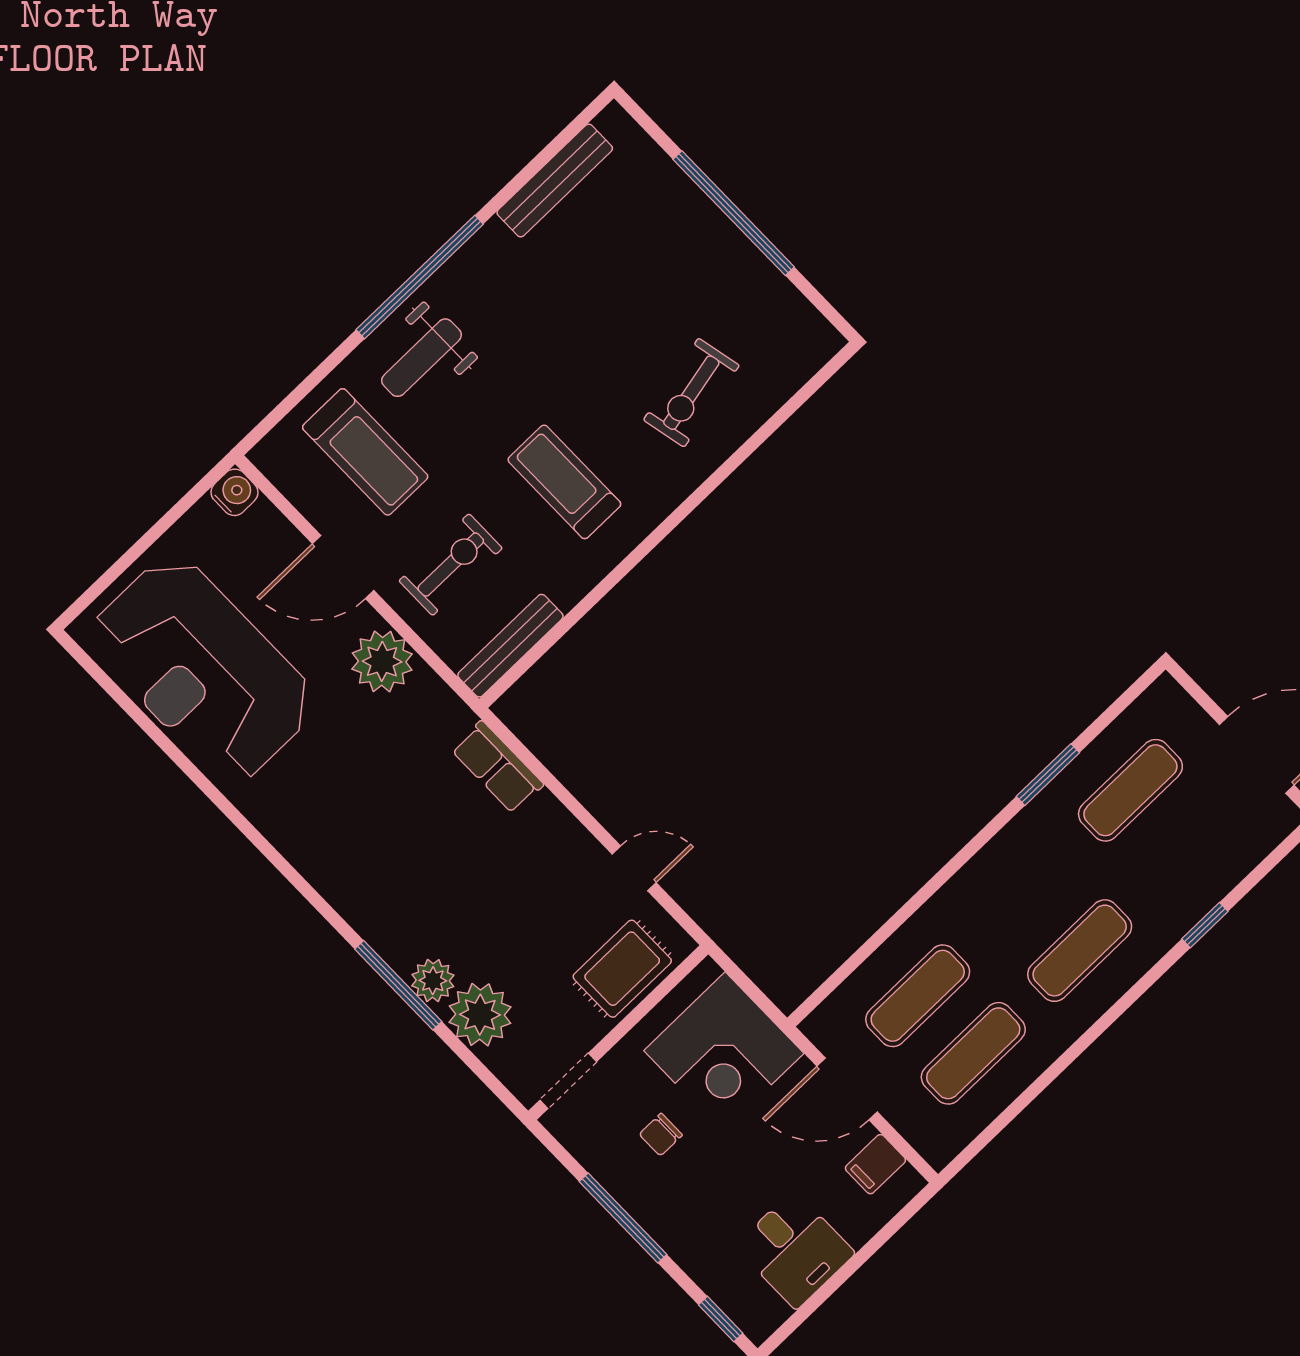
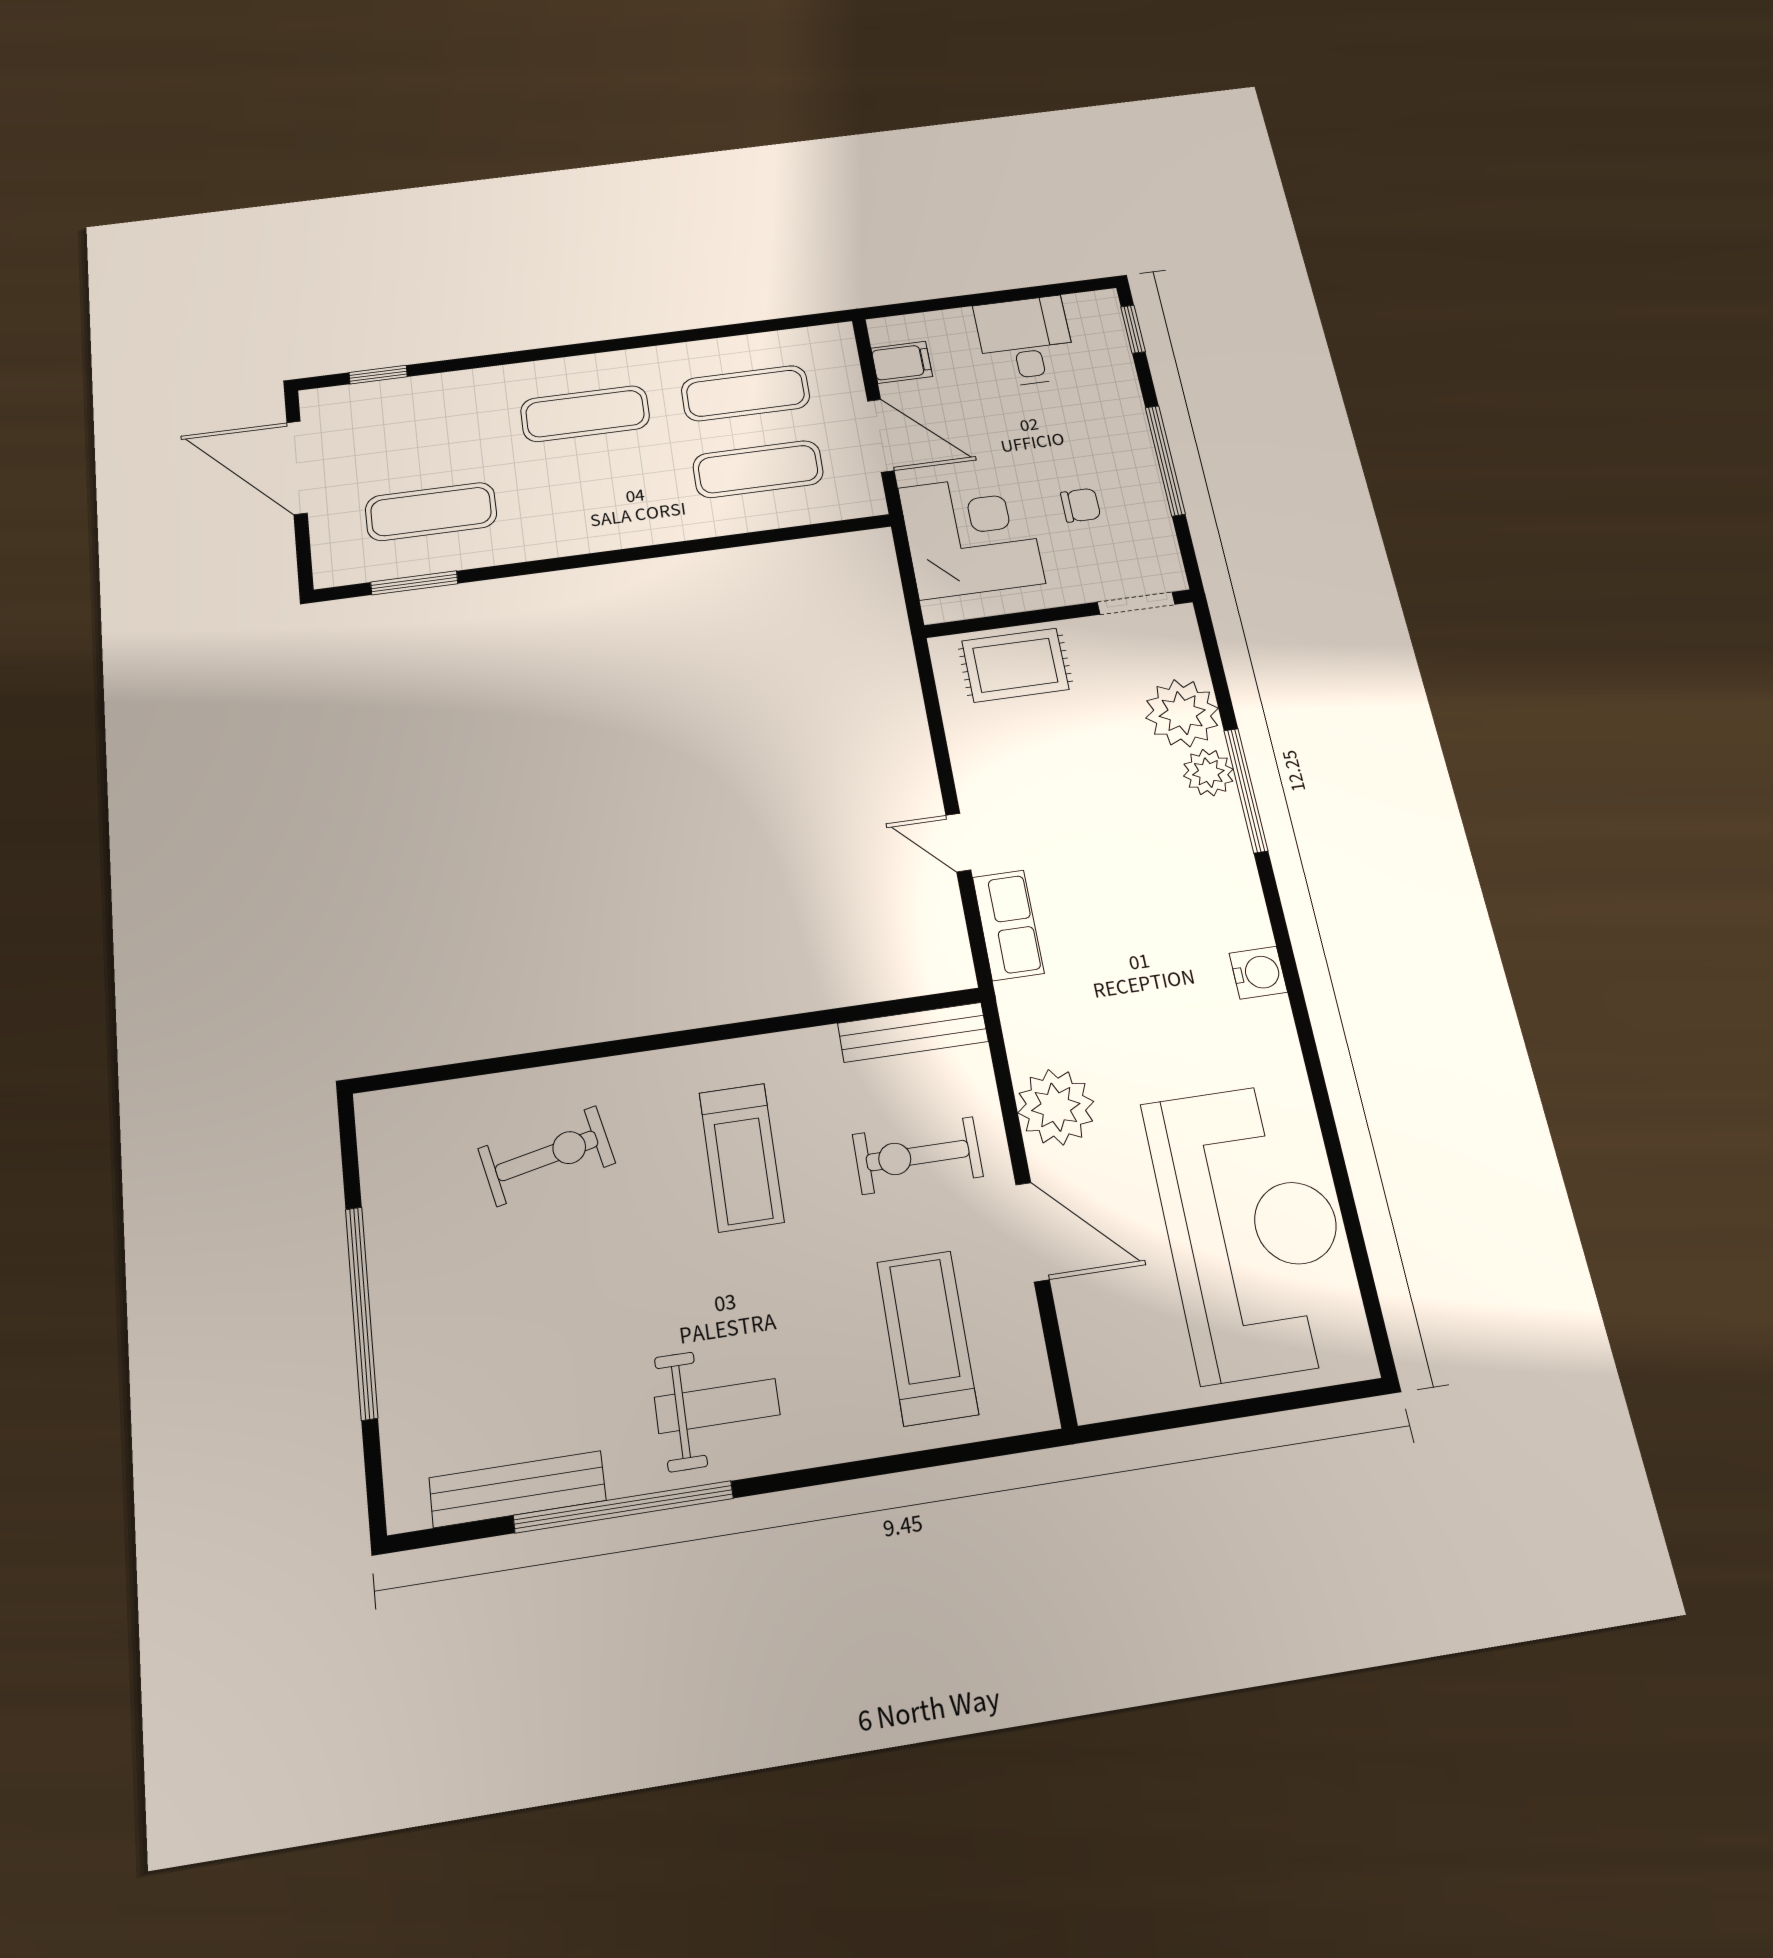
window: (420, 277) -> (623, 1507), moved
weight bench: (421, 358) -> (717, 1406), moved
water cooler: (234, 492) -> (1258, 973), moved, turned 180
window: (1048, 775) -> (414, 583), moved
door: (634, 868) -> (958, 843), moved
window: (1205, 925) -> (378, 375), moved

